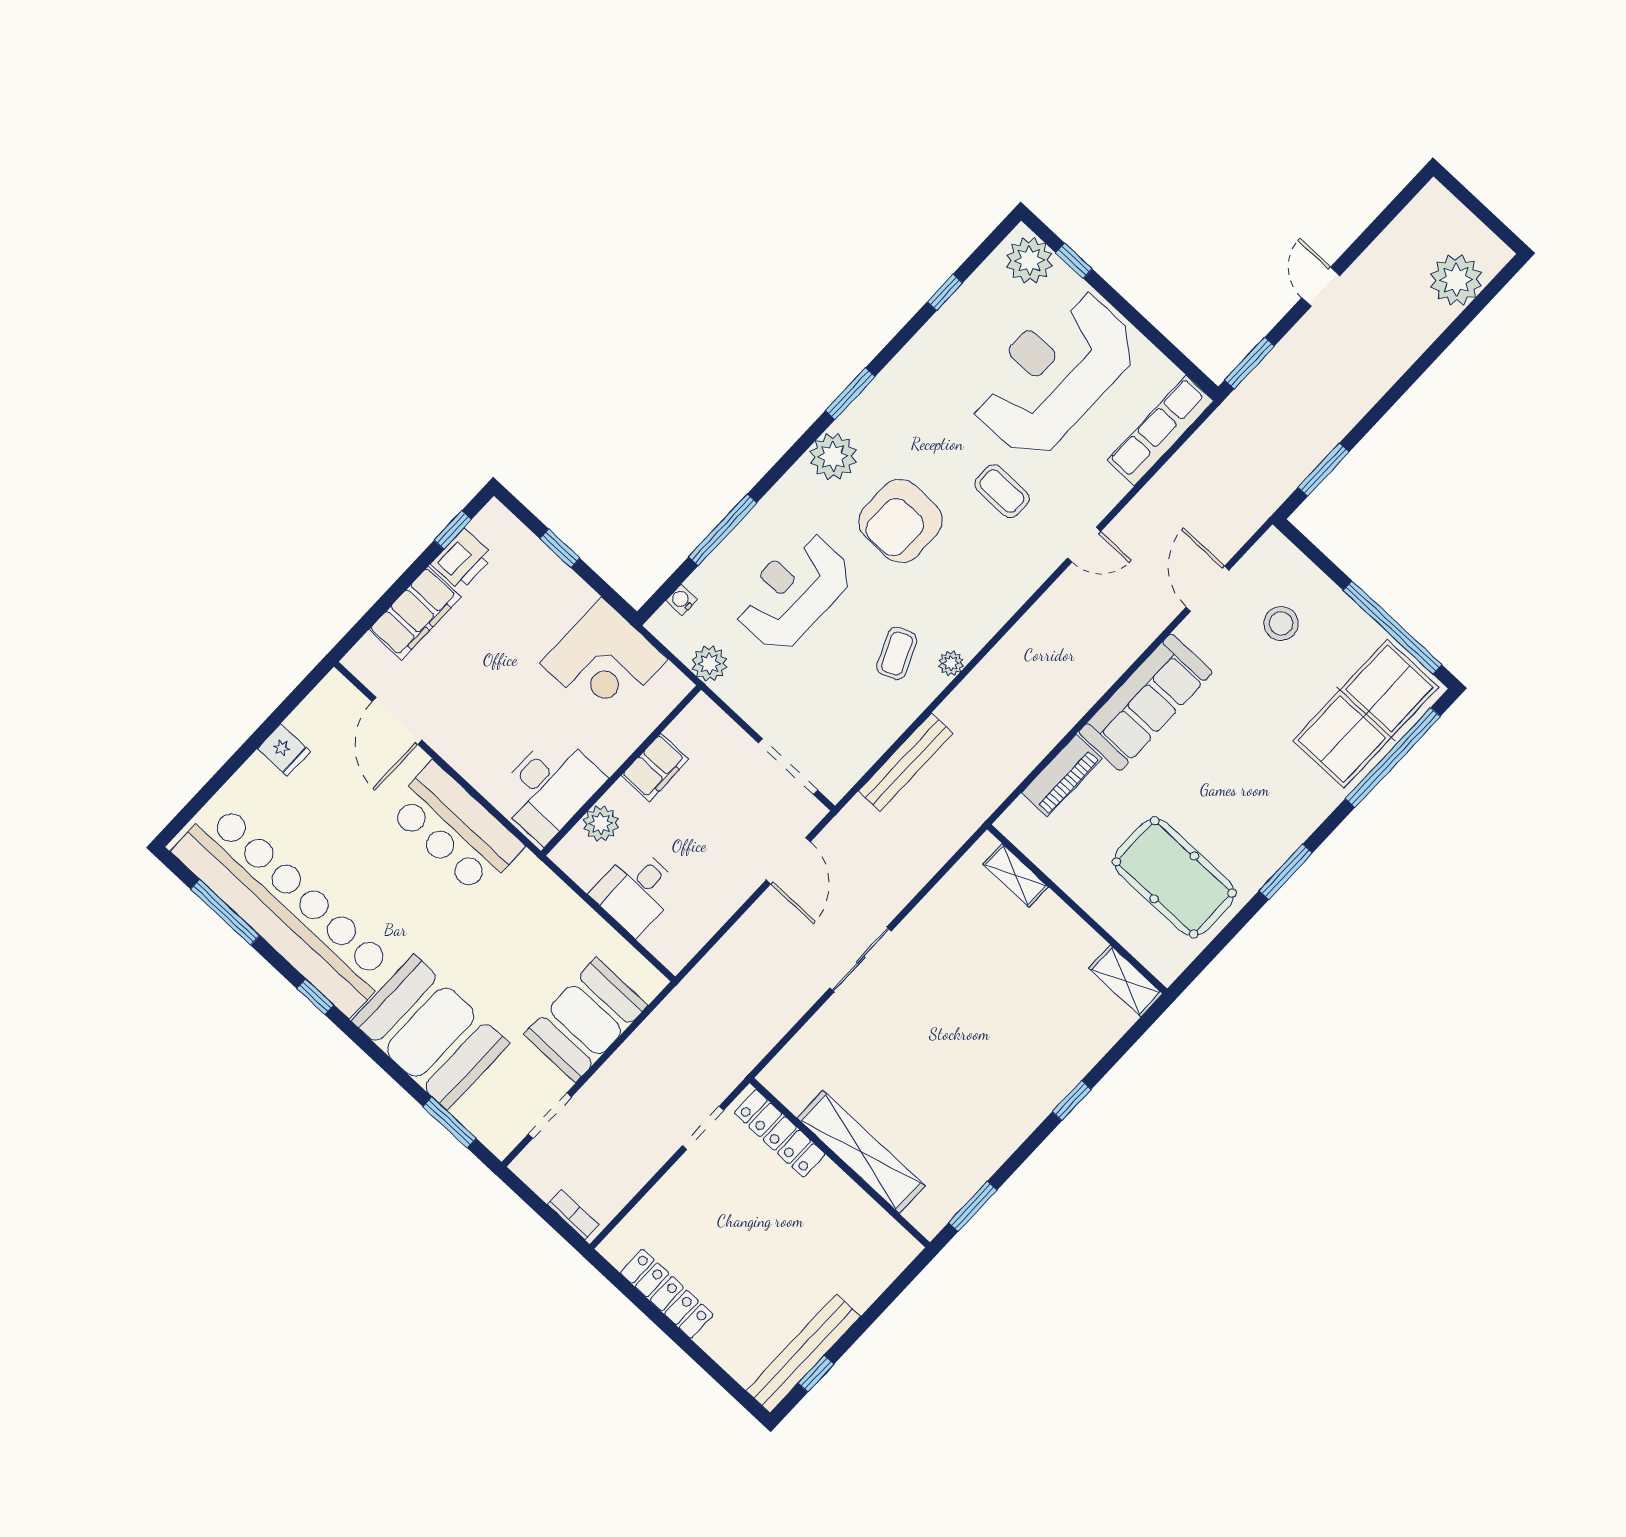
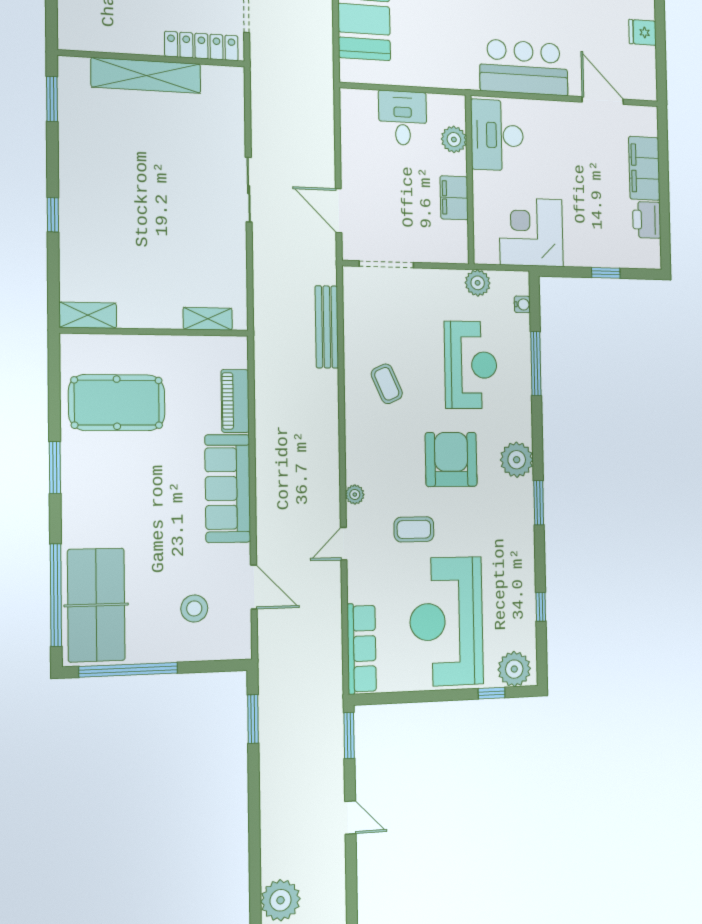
reception desk: (1053, 373) -> (446, 621), turned 180
window: (453, 530) -> (665, 232), removed
plant: (951, 663) -> (355, 495), moved

